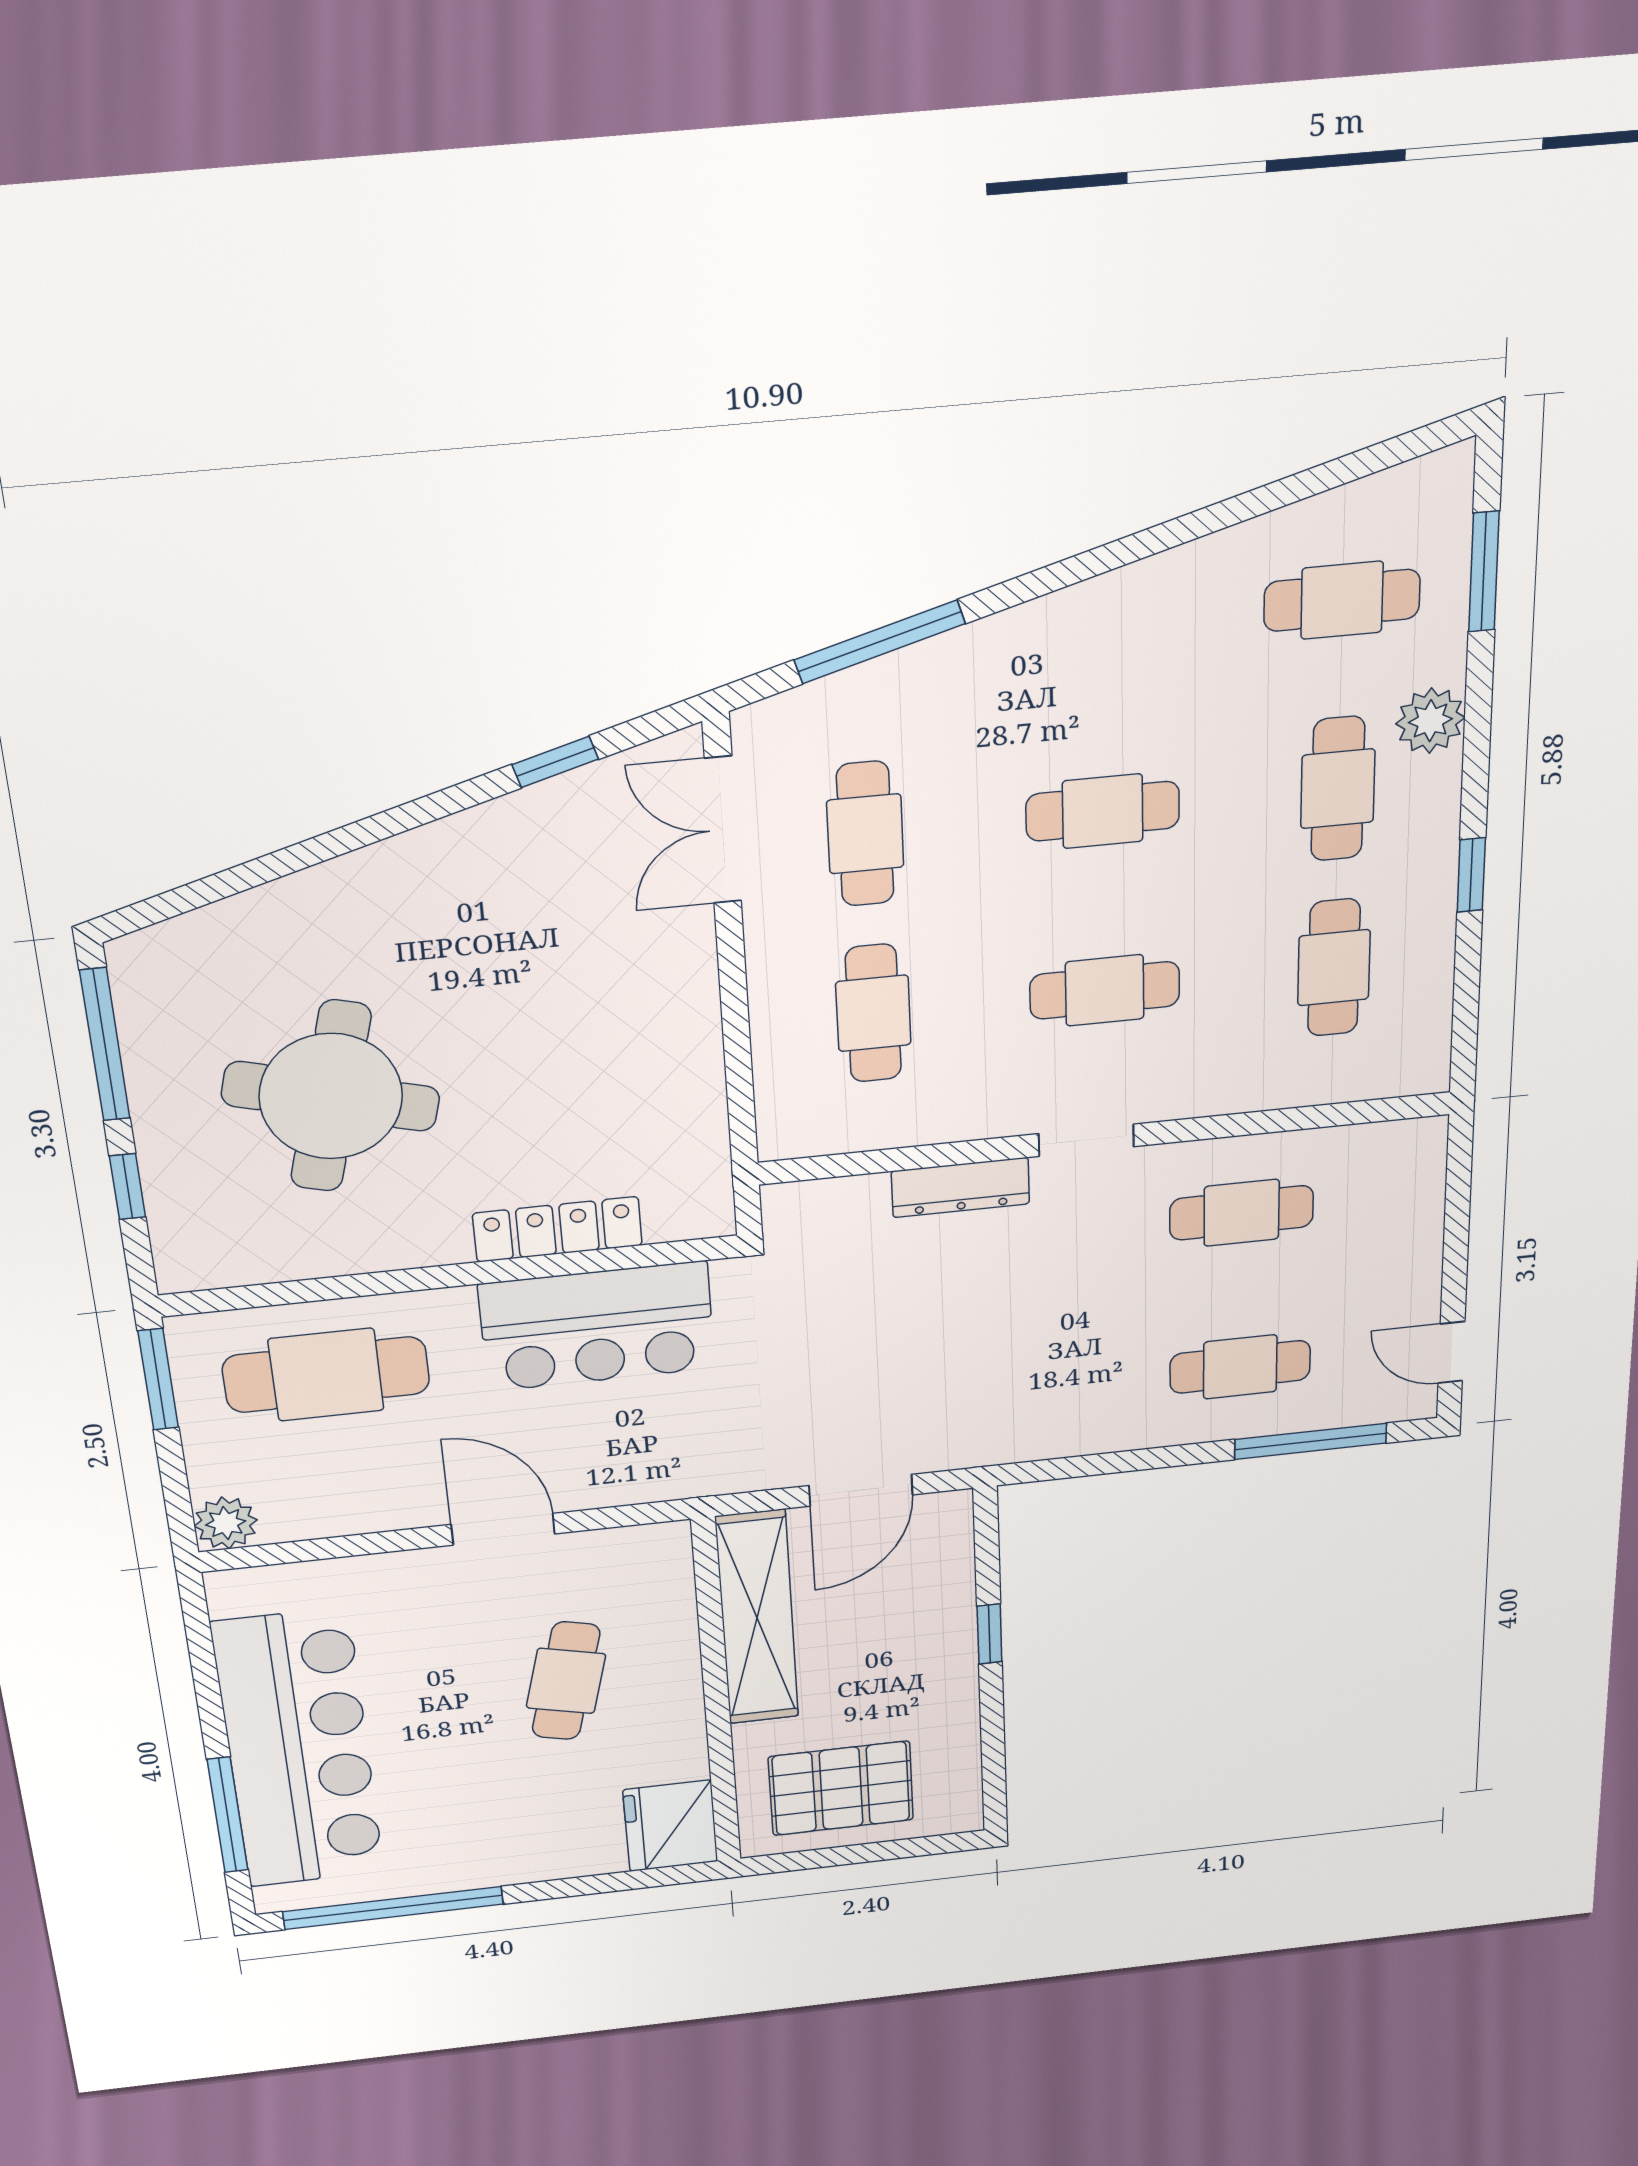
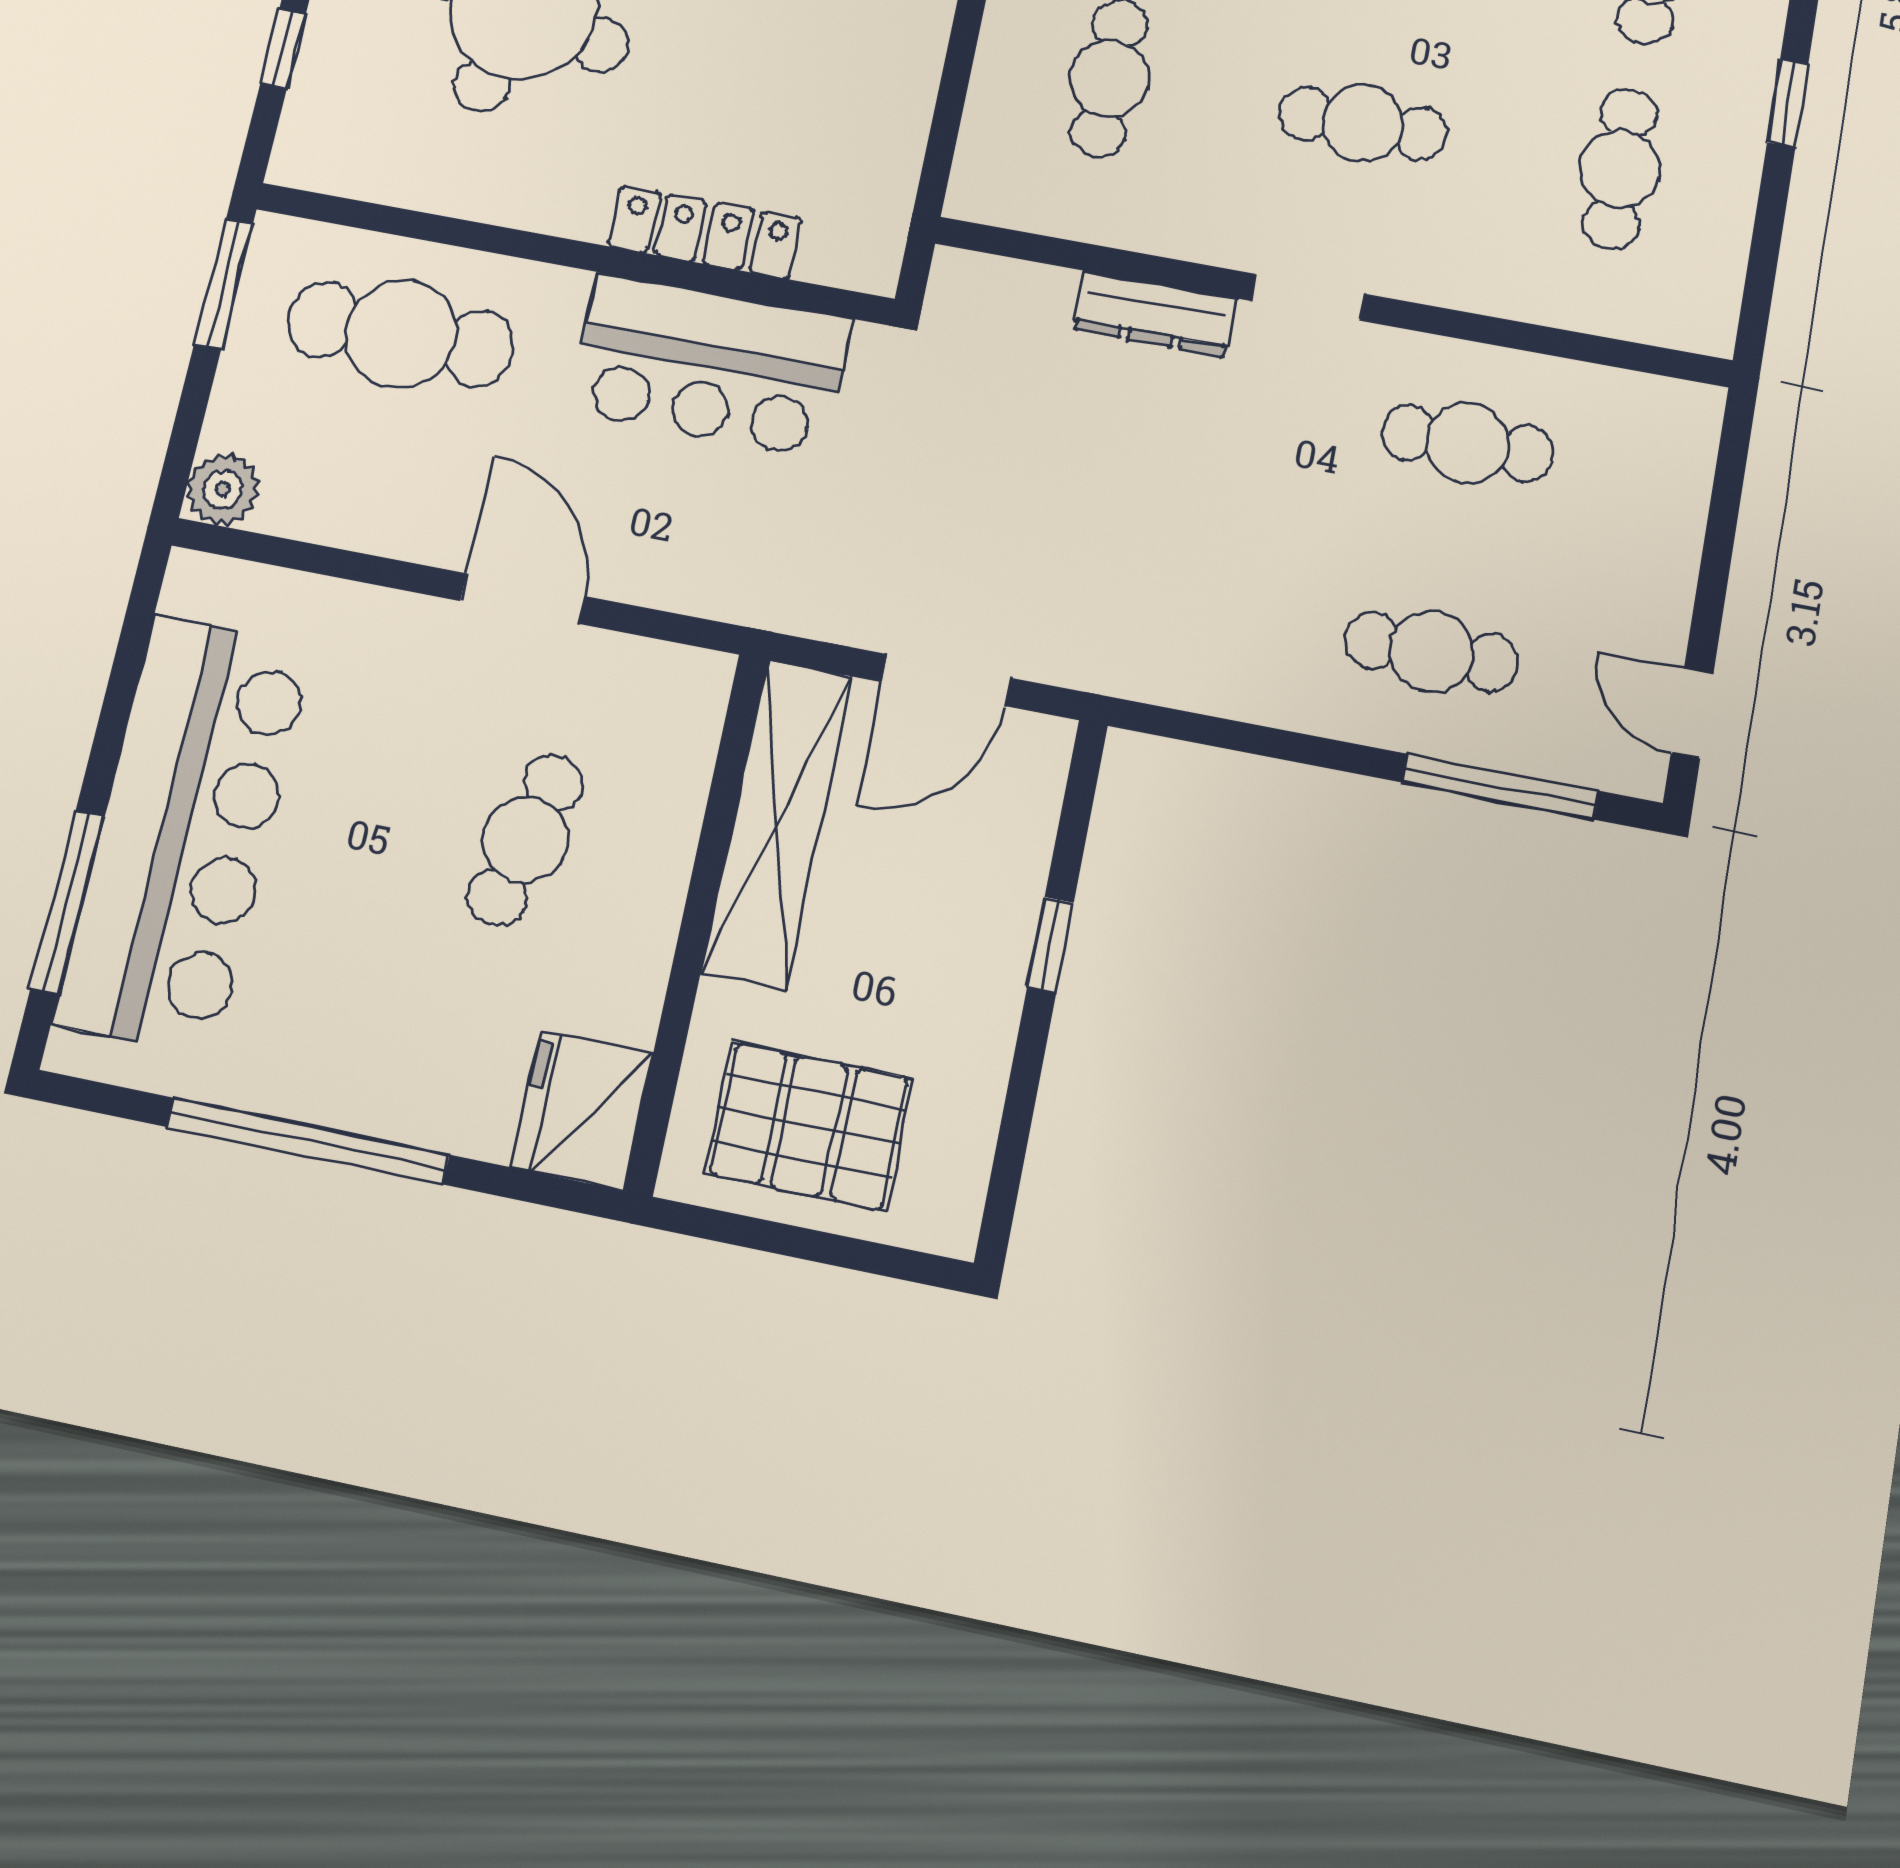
window: (393, 1908) -> (308, 1141), moved

